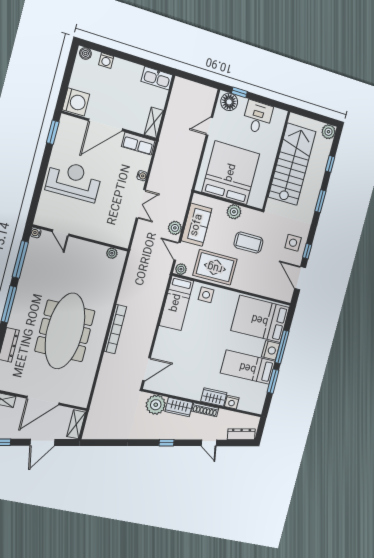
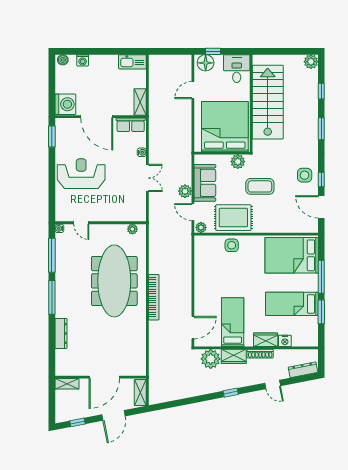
door: (106, 125) -> (97, 117), hinge flipped
wall: (276, 161) -> (251, 103), moved
stairs: (292, 164) -> (268, 102), moved
bed: (176, 303) -> (233, 322), moved, turned 180
meeting table: (65, 331) -> (114, 281), moved
nightstand: (271, 350) -> (310, 283), removed

